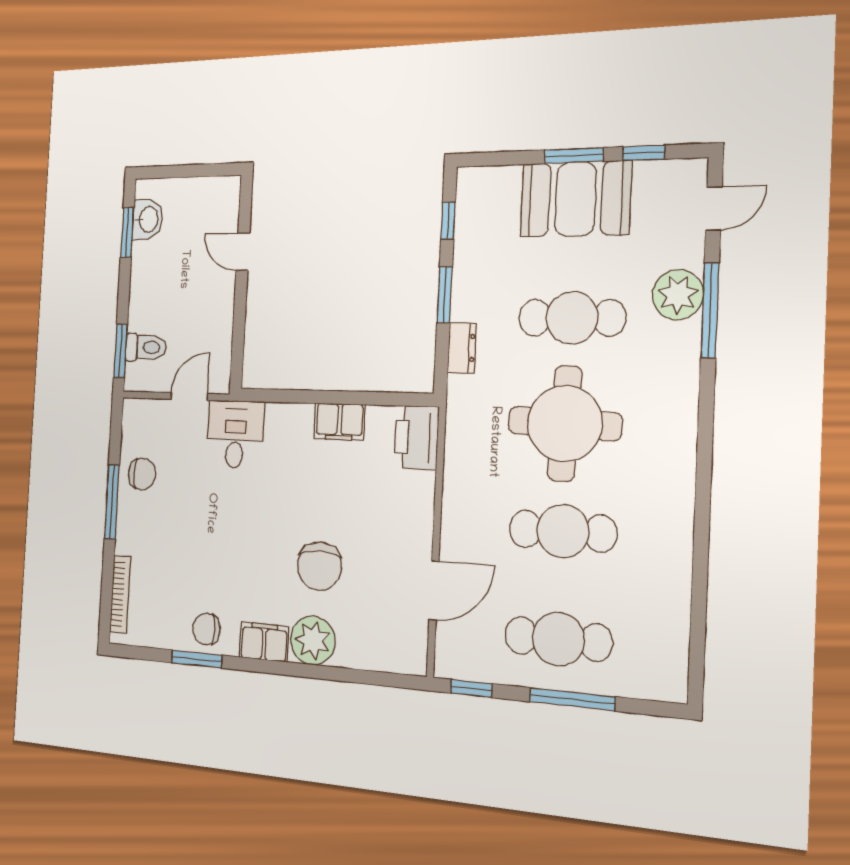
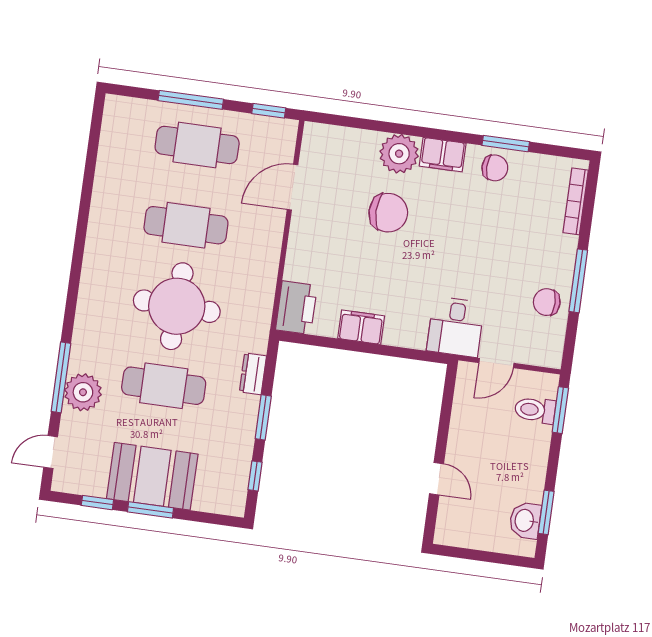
chair: (319, 566) -> (388, 213), turned 90

